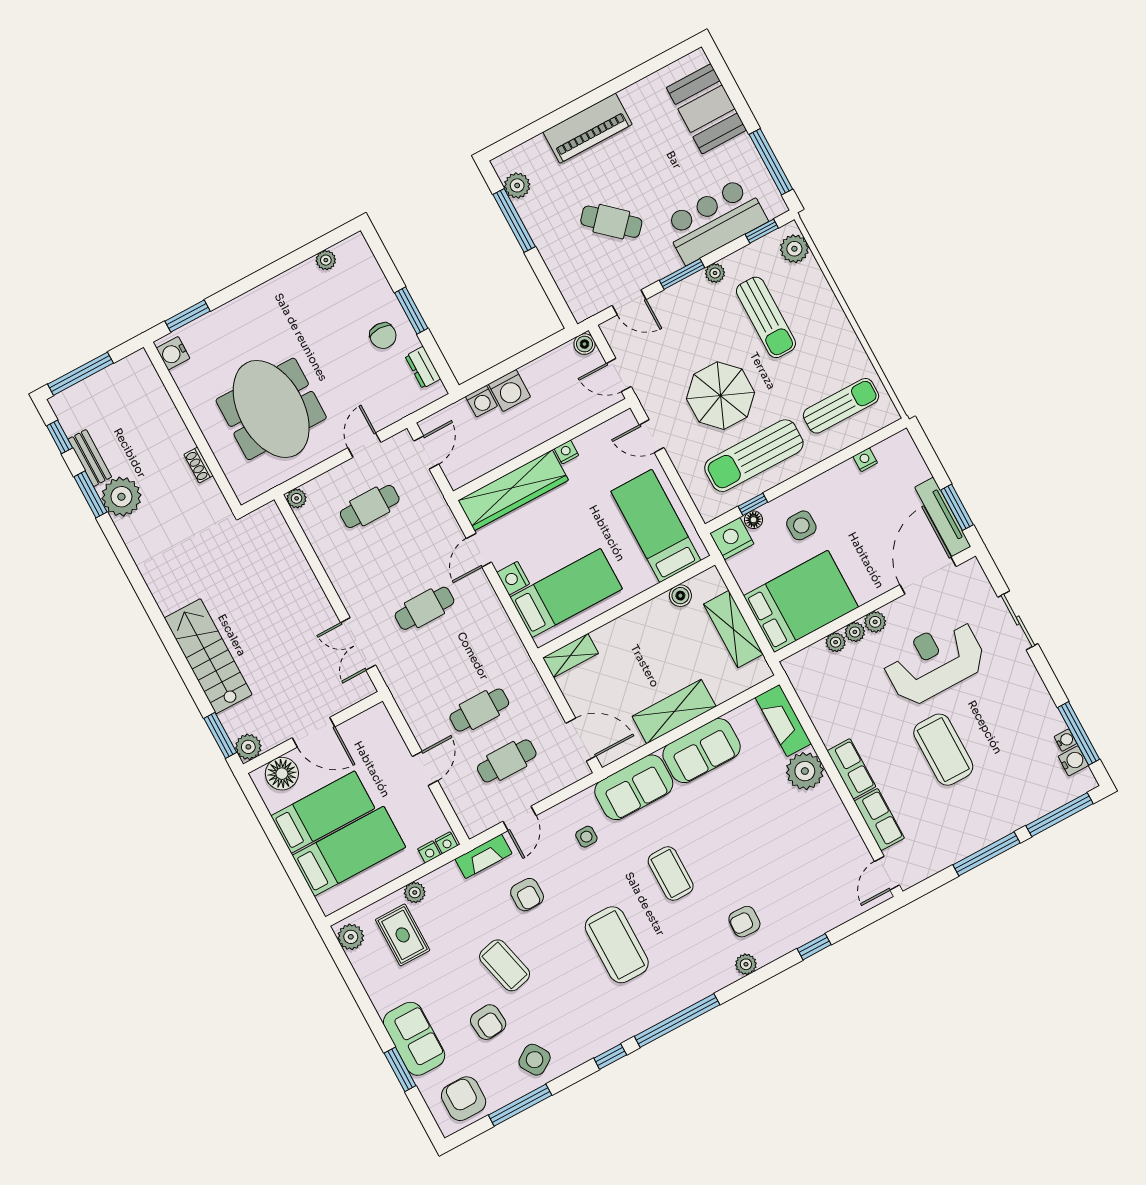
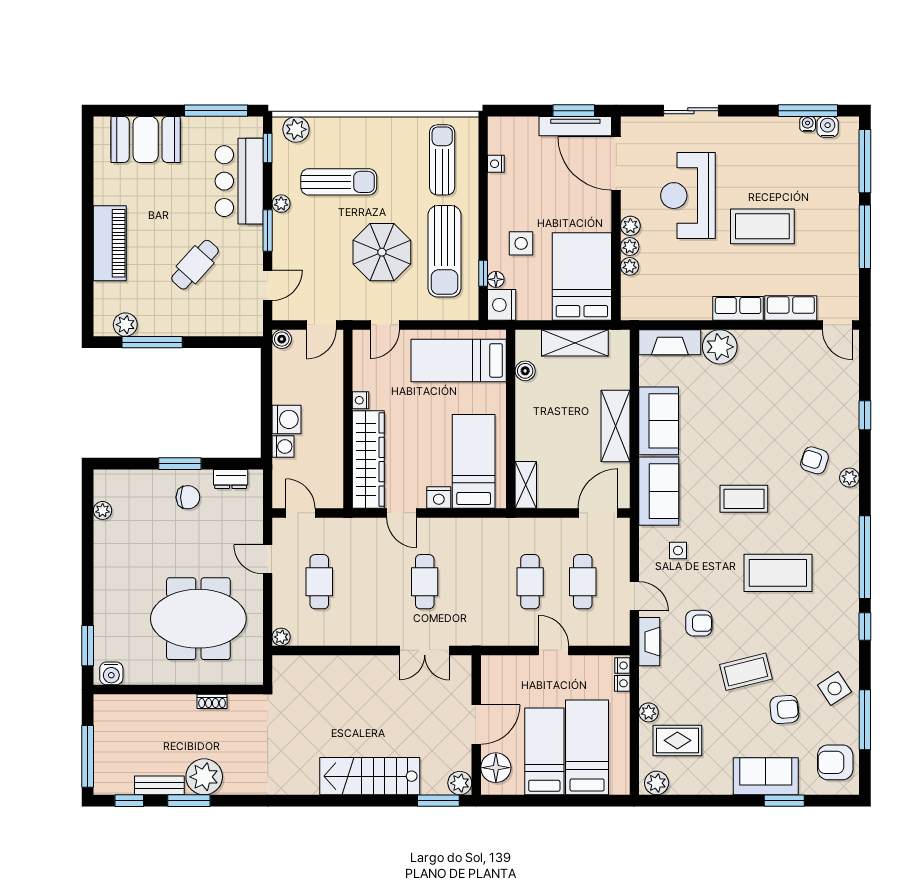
armchair: (744, 922) -> (815, 460), turned 106

